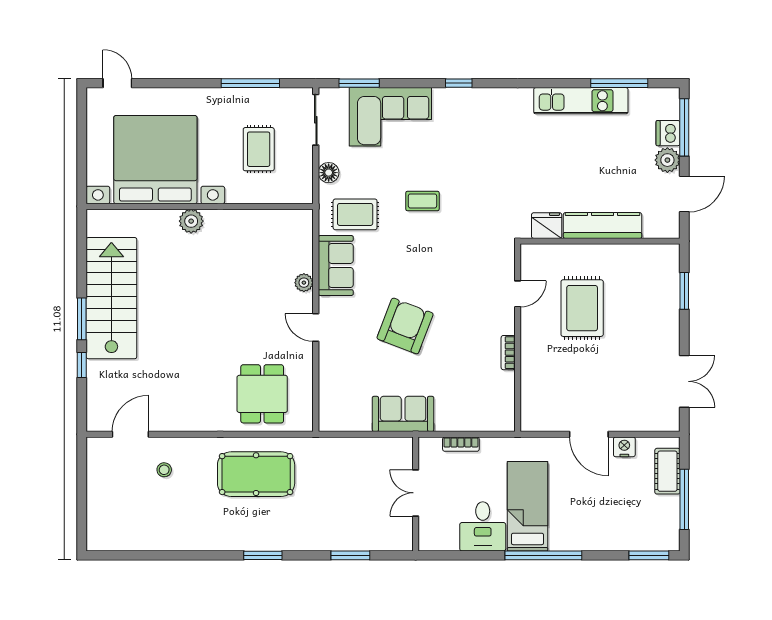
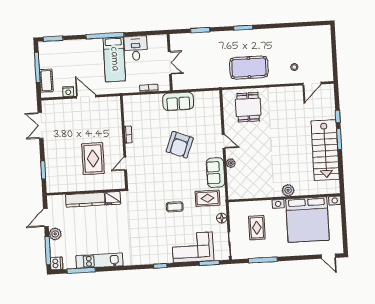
dishwasher: (668, 133) -> (57, 263), moved

